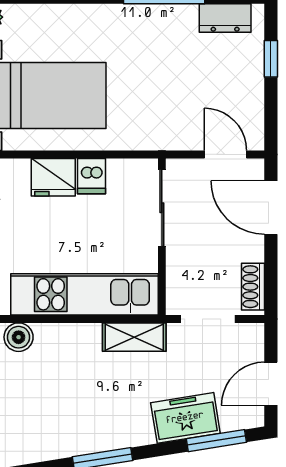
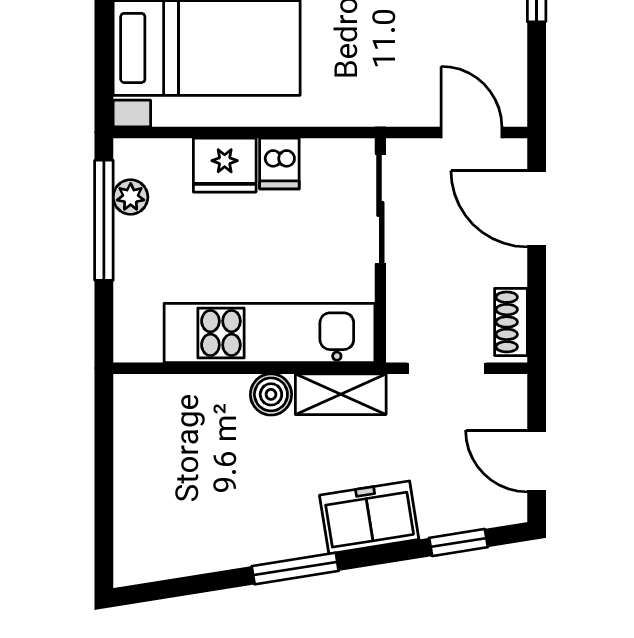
boiler: (19, 337) -> (271, 394), moved
door: (271, 384) -> (537, 461), hinge flipped
freezer: (185, 418) -> (369, 517), moved
window: (216, 441) -> (458, 543), width x0.67

